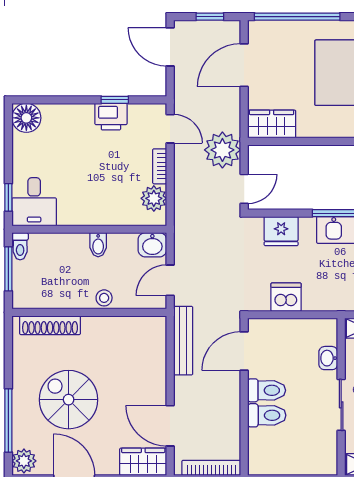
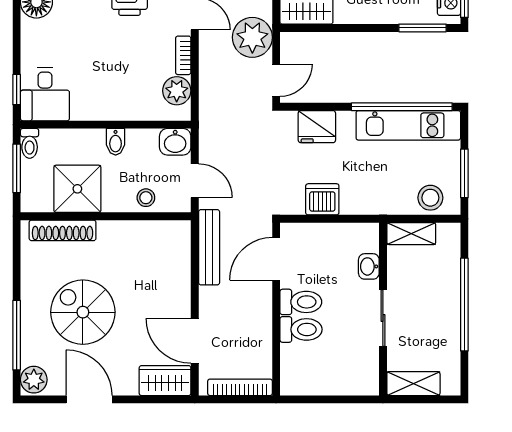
door: (170, 280) -> (195, 181), swing flipped
shower: (64, 288) -> (77, 189), added
stool: (104, 298) -> (146, 198), moved

